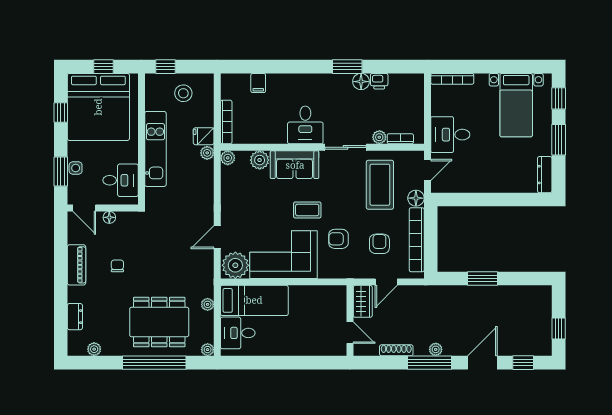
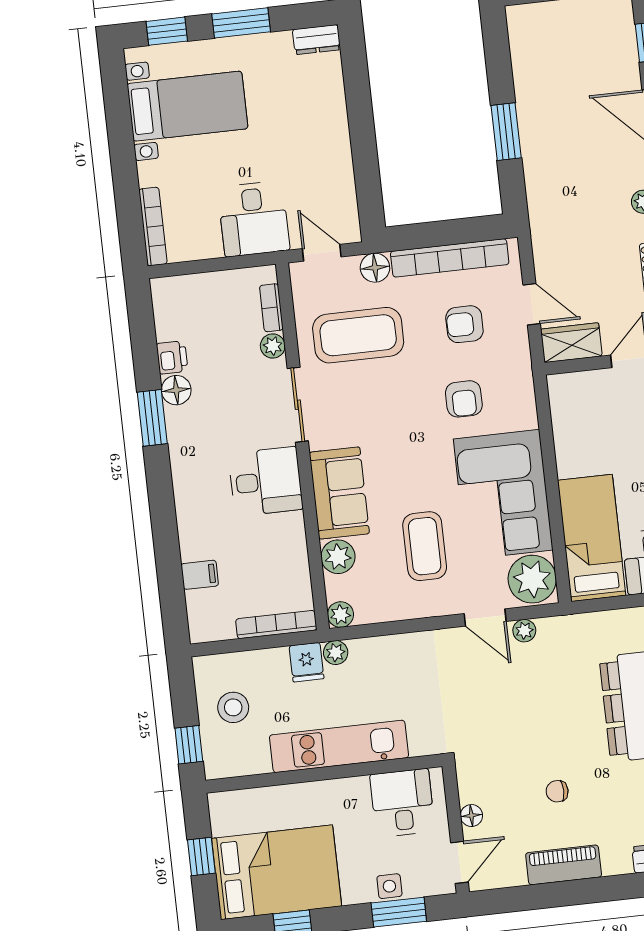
bed: (98, 107) -> (277, 872), width x0.73
dresser: (545, 175) -> (317, 40), width x0.70
coffee table: (307, 210) -> (425, 546), moved, width x1.36, depth x1.30
plant: (208, 304) -> (524, 631), moved

